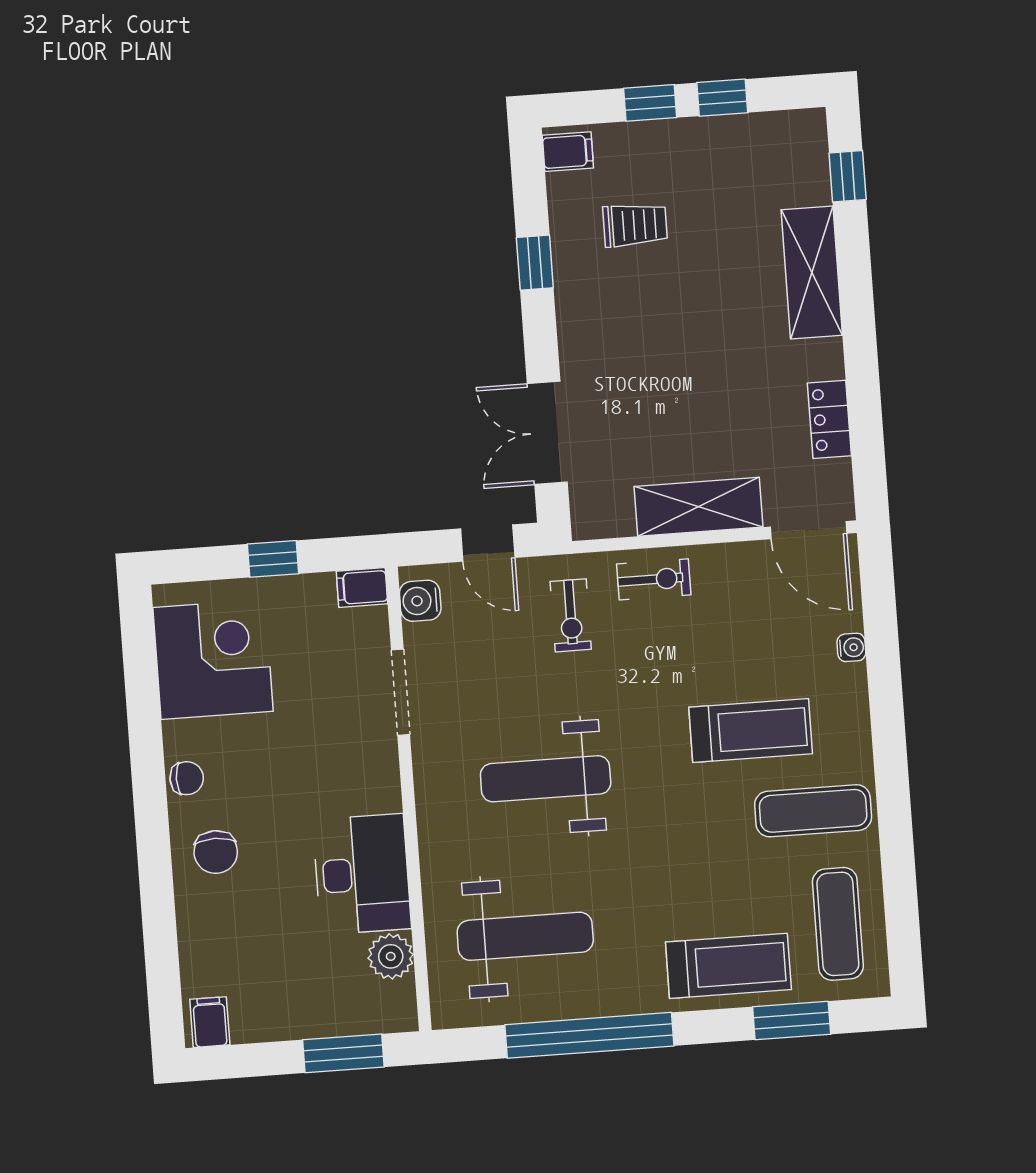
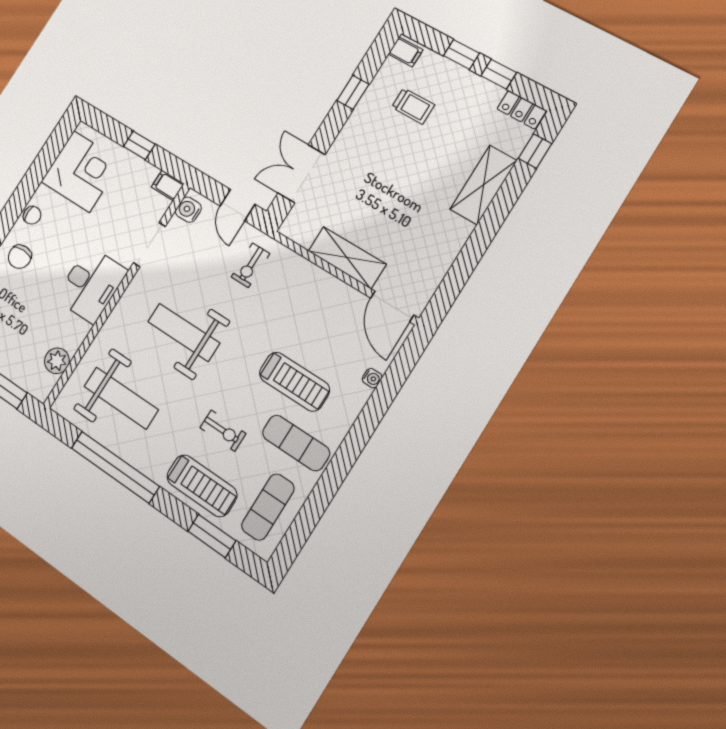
locker: (829, 419) -> (522, 110), moved, turned -90
exercise bike: (654, 579) -> (223, 431), moved
desk: (362, 874) -> (91, 285), moved

